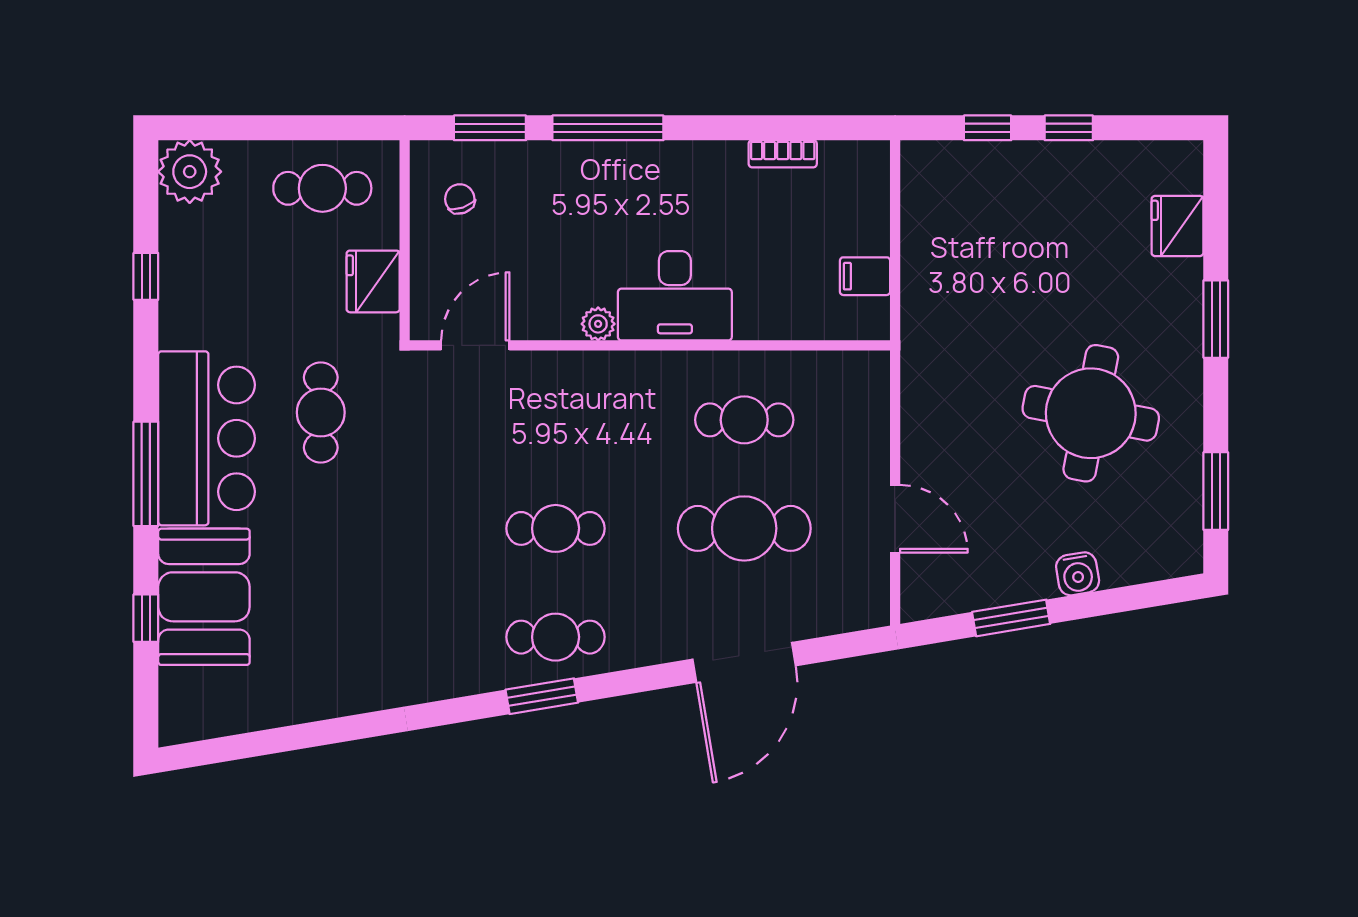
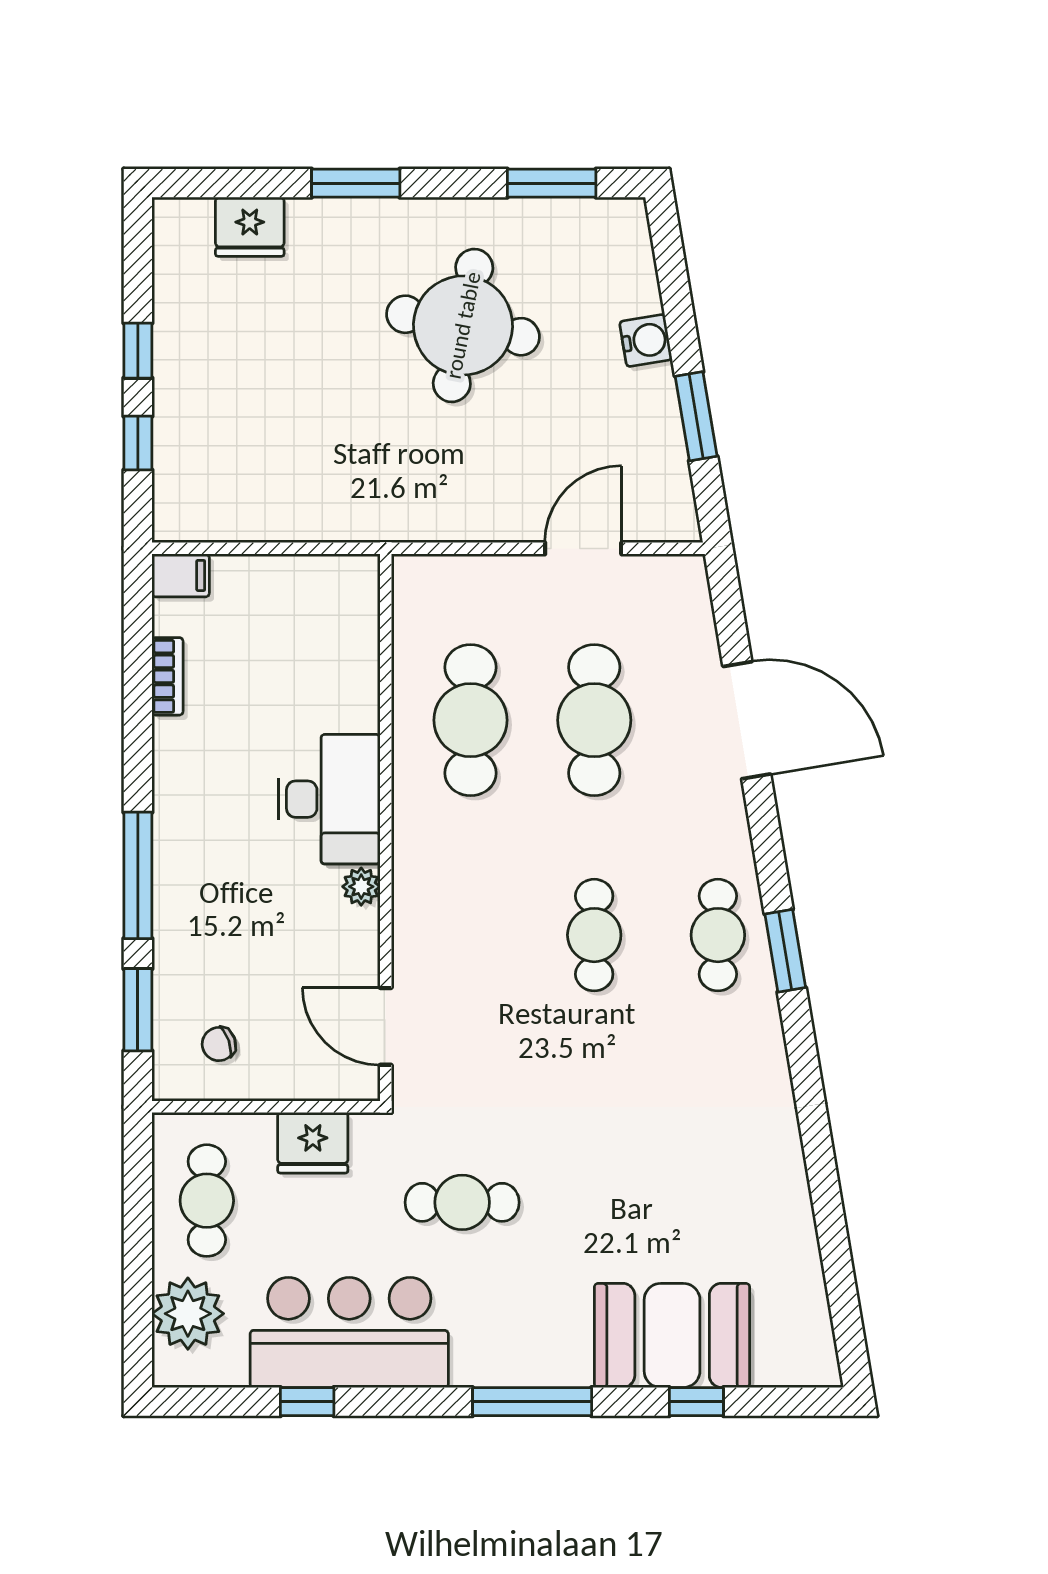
plant: (190, 172) -> (188, 1314), moved
filing cabinet: (865, 276) -> (181, 575), moved, turned -90
cafe table: (744, 420) -> (471, 720), width x1.37, depth x1.35
bar counter: (207, 438) -> (349, 1332), moved

